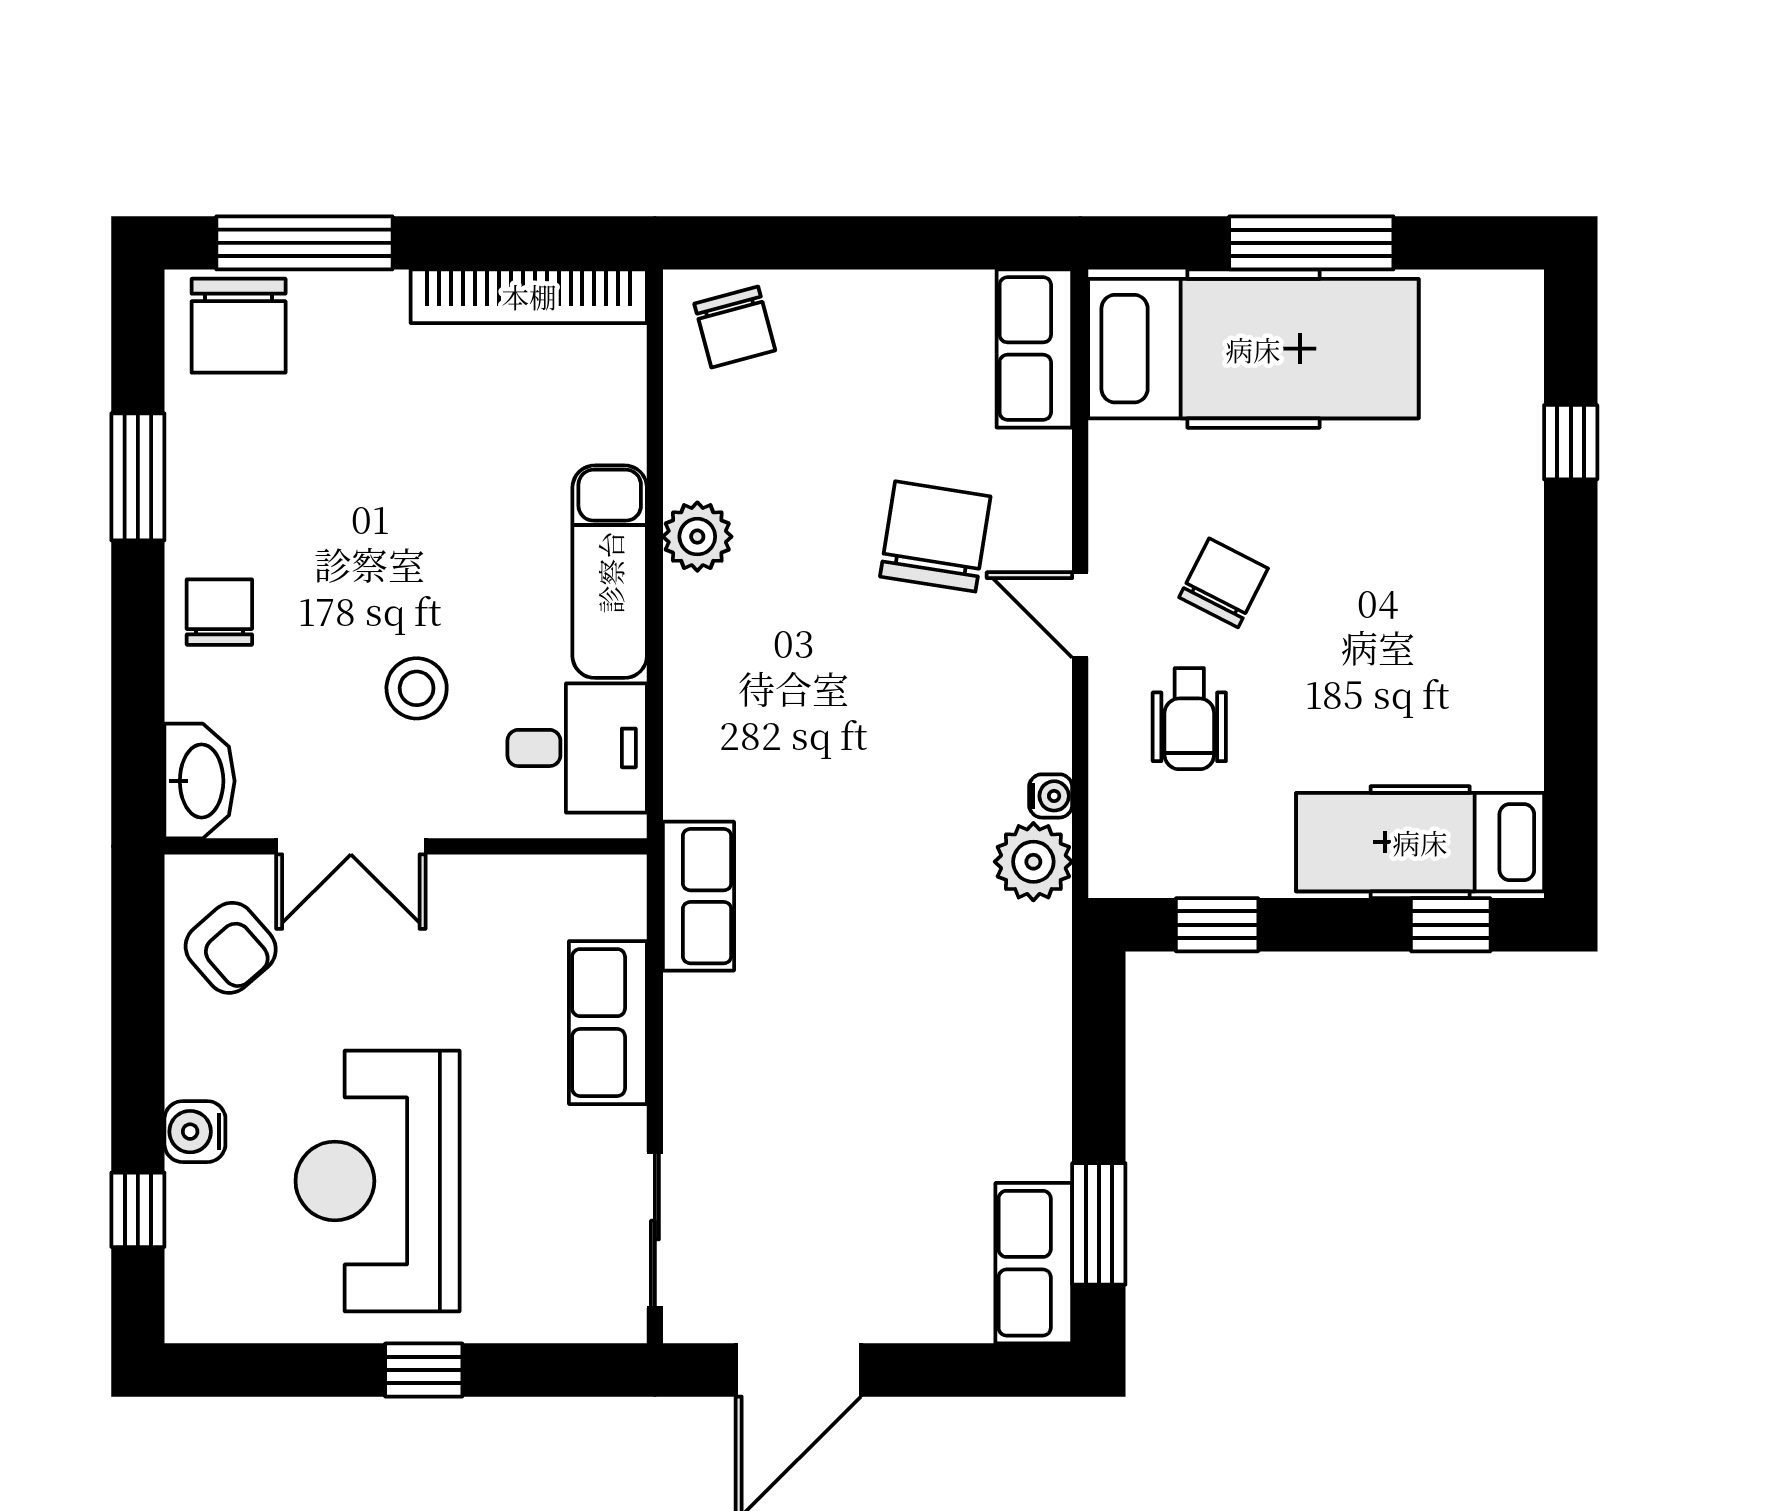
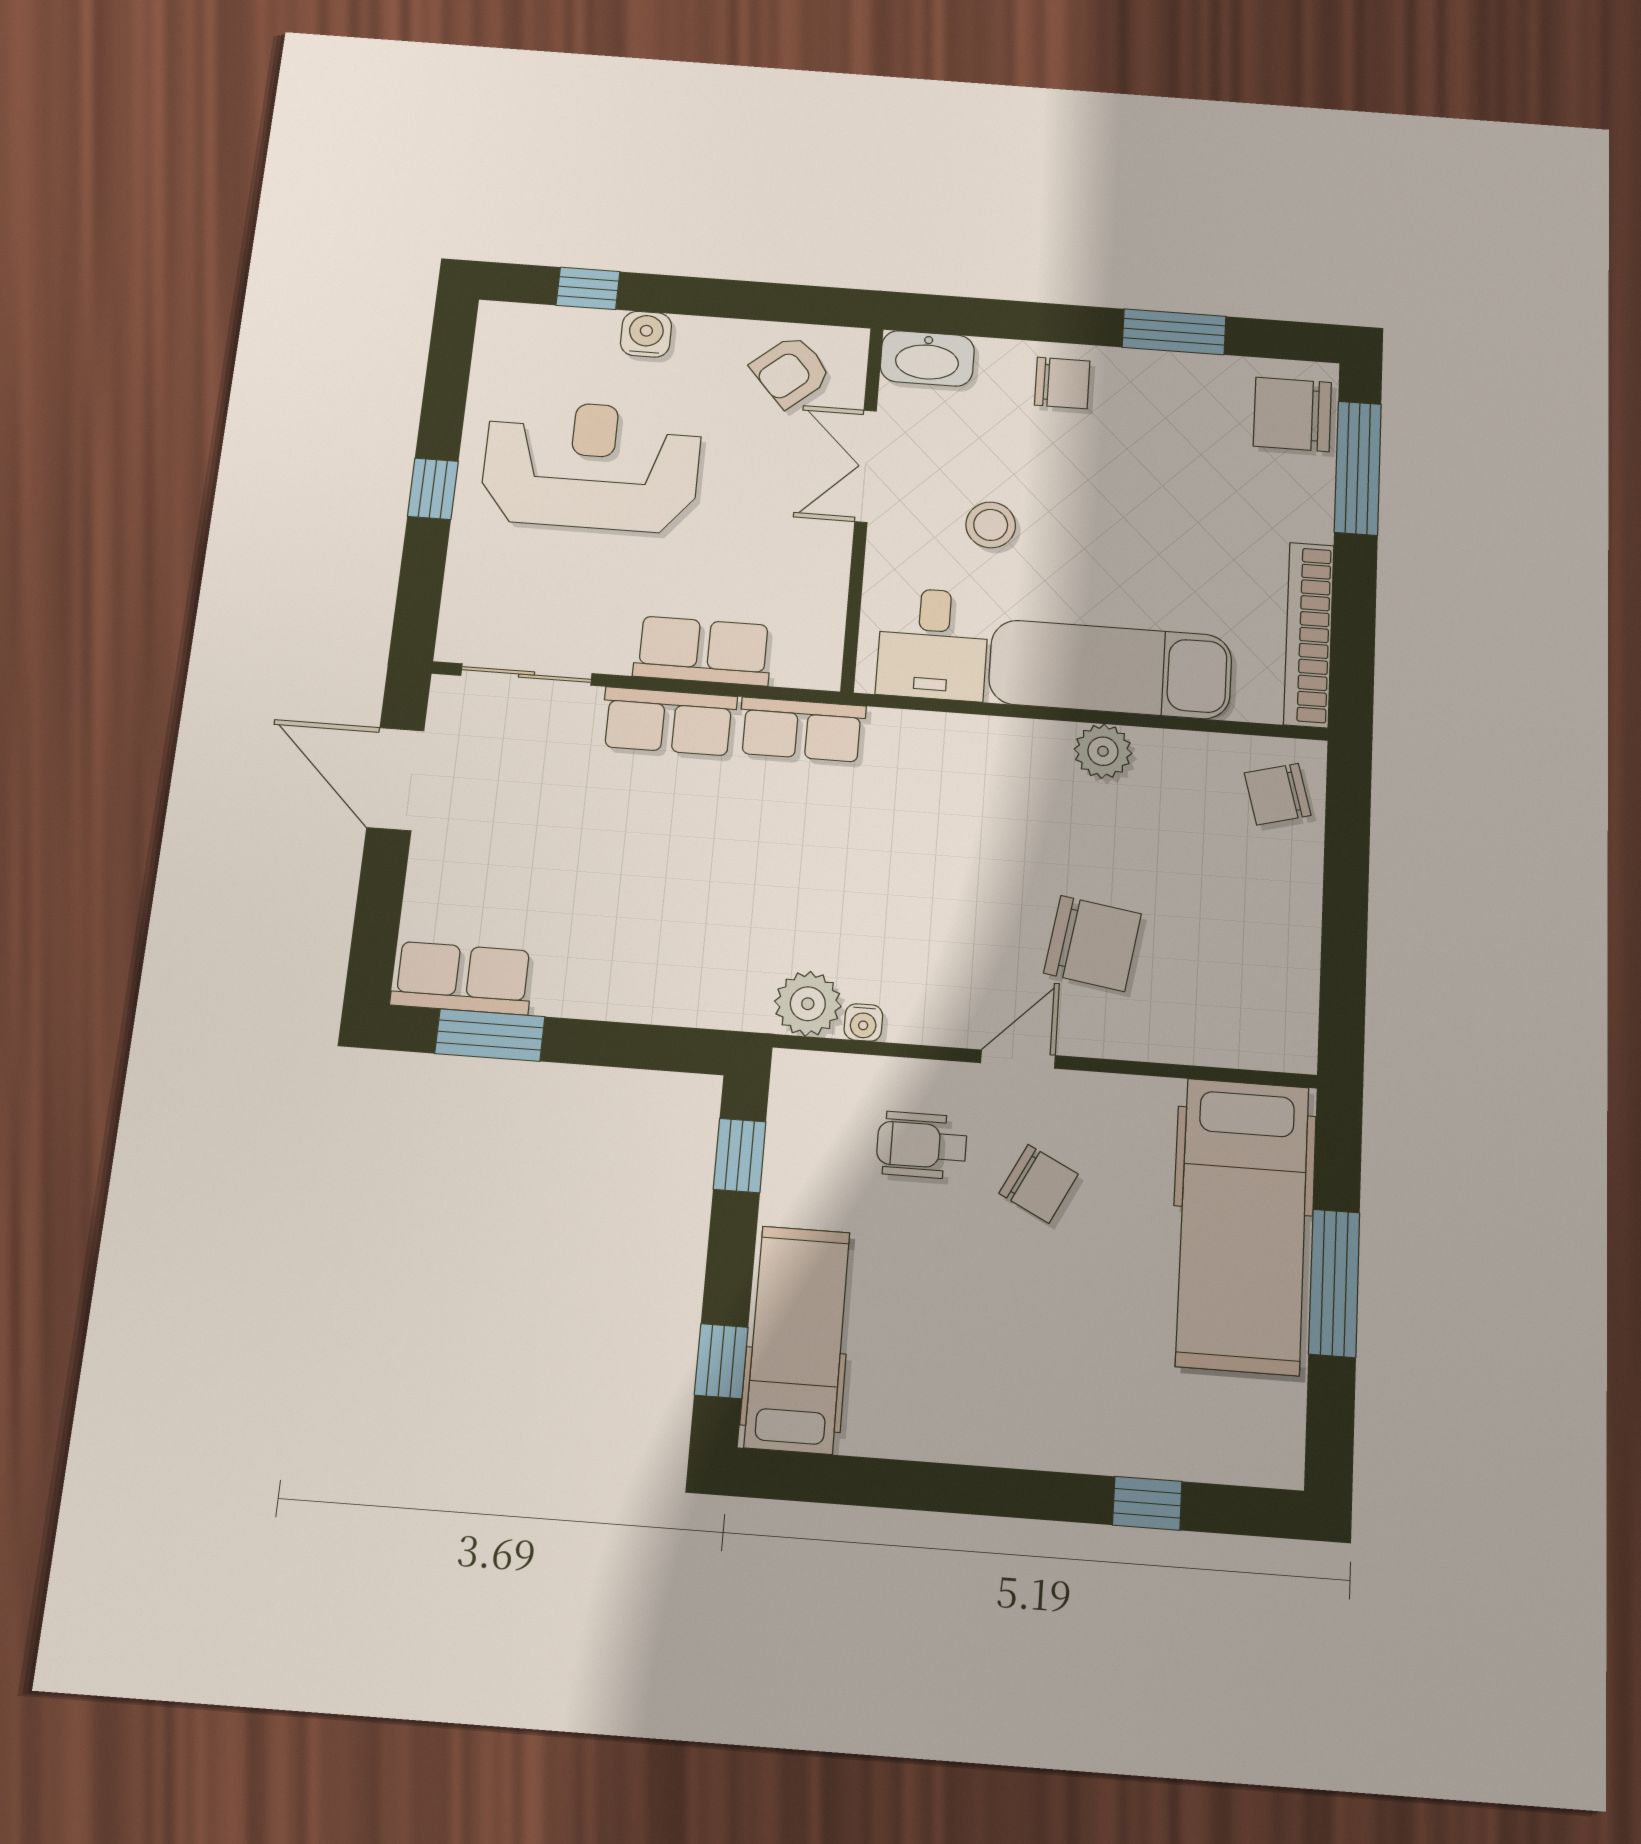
row of seats: (1034, 349) -> (669, 721), moved, turned 180
exam couch: (610, 572) -> (1110, 669), width x1.36, depth x1.45

